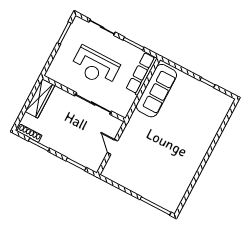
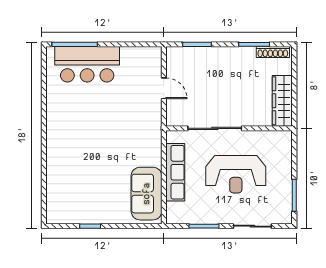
reception desk: (95, 67) -> (236, 174), turned 180
row of seats: (142, 74) -> (175, 172), moved
sofa: (156, 91) -> (147, 194), width x0.73
bar counter: (154, 189) -> (87, 64), added

